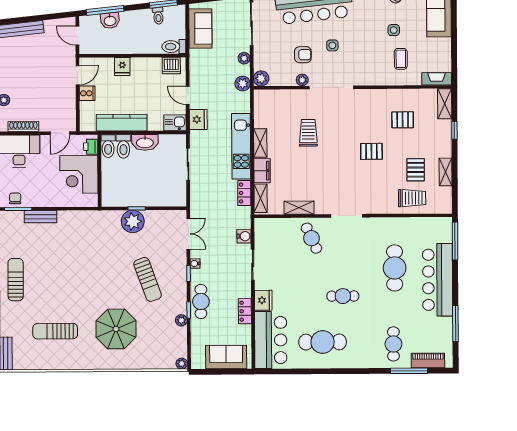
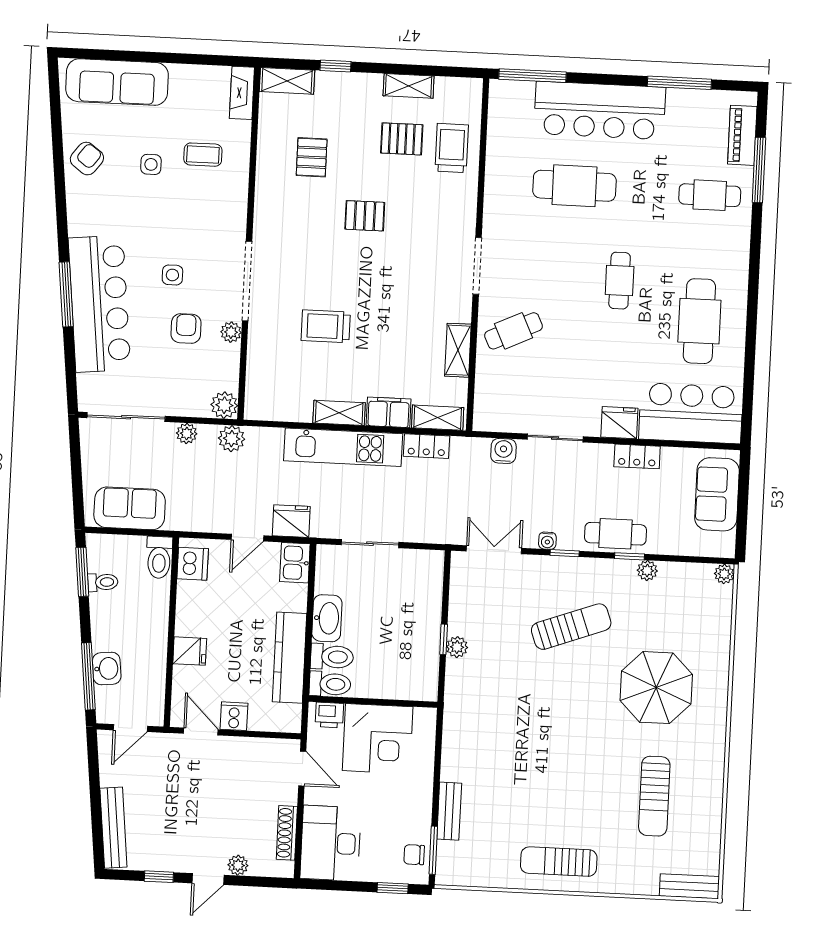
pallet: (371, 151) -> (365, 216), turned 90
plant: (133, 221) -> (457, 647), width x0.53, depth x0.53

